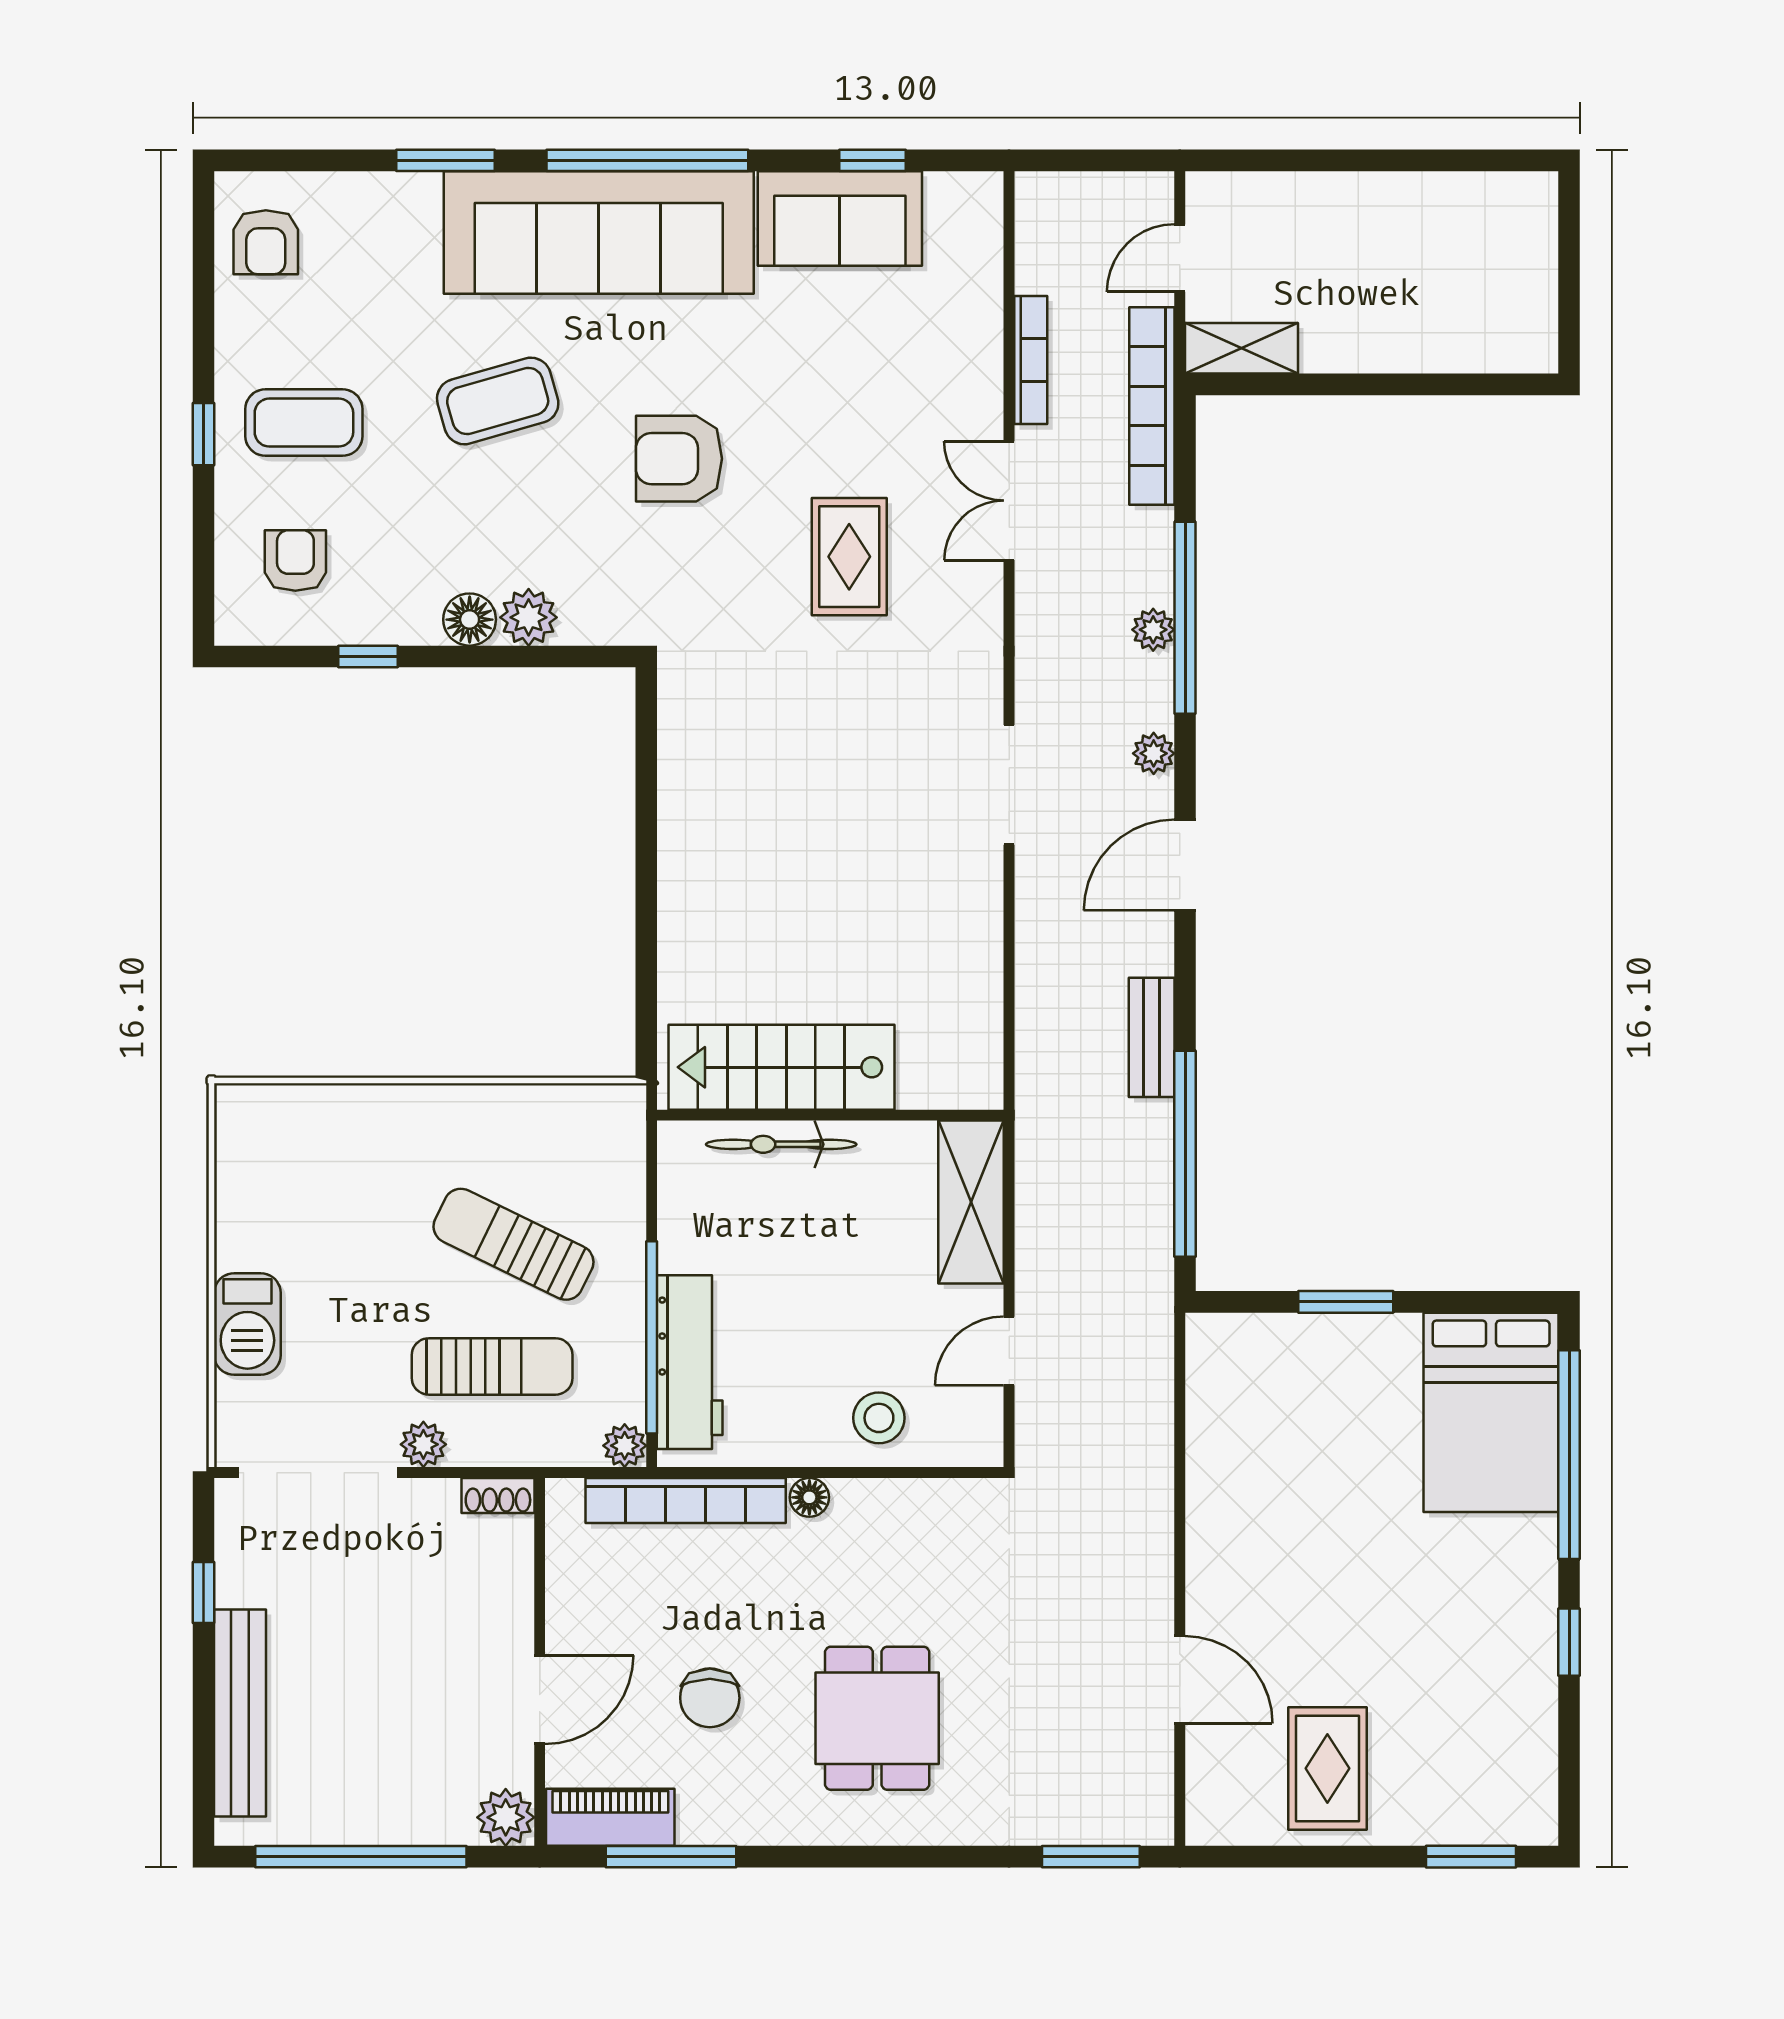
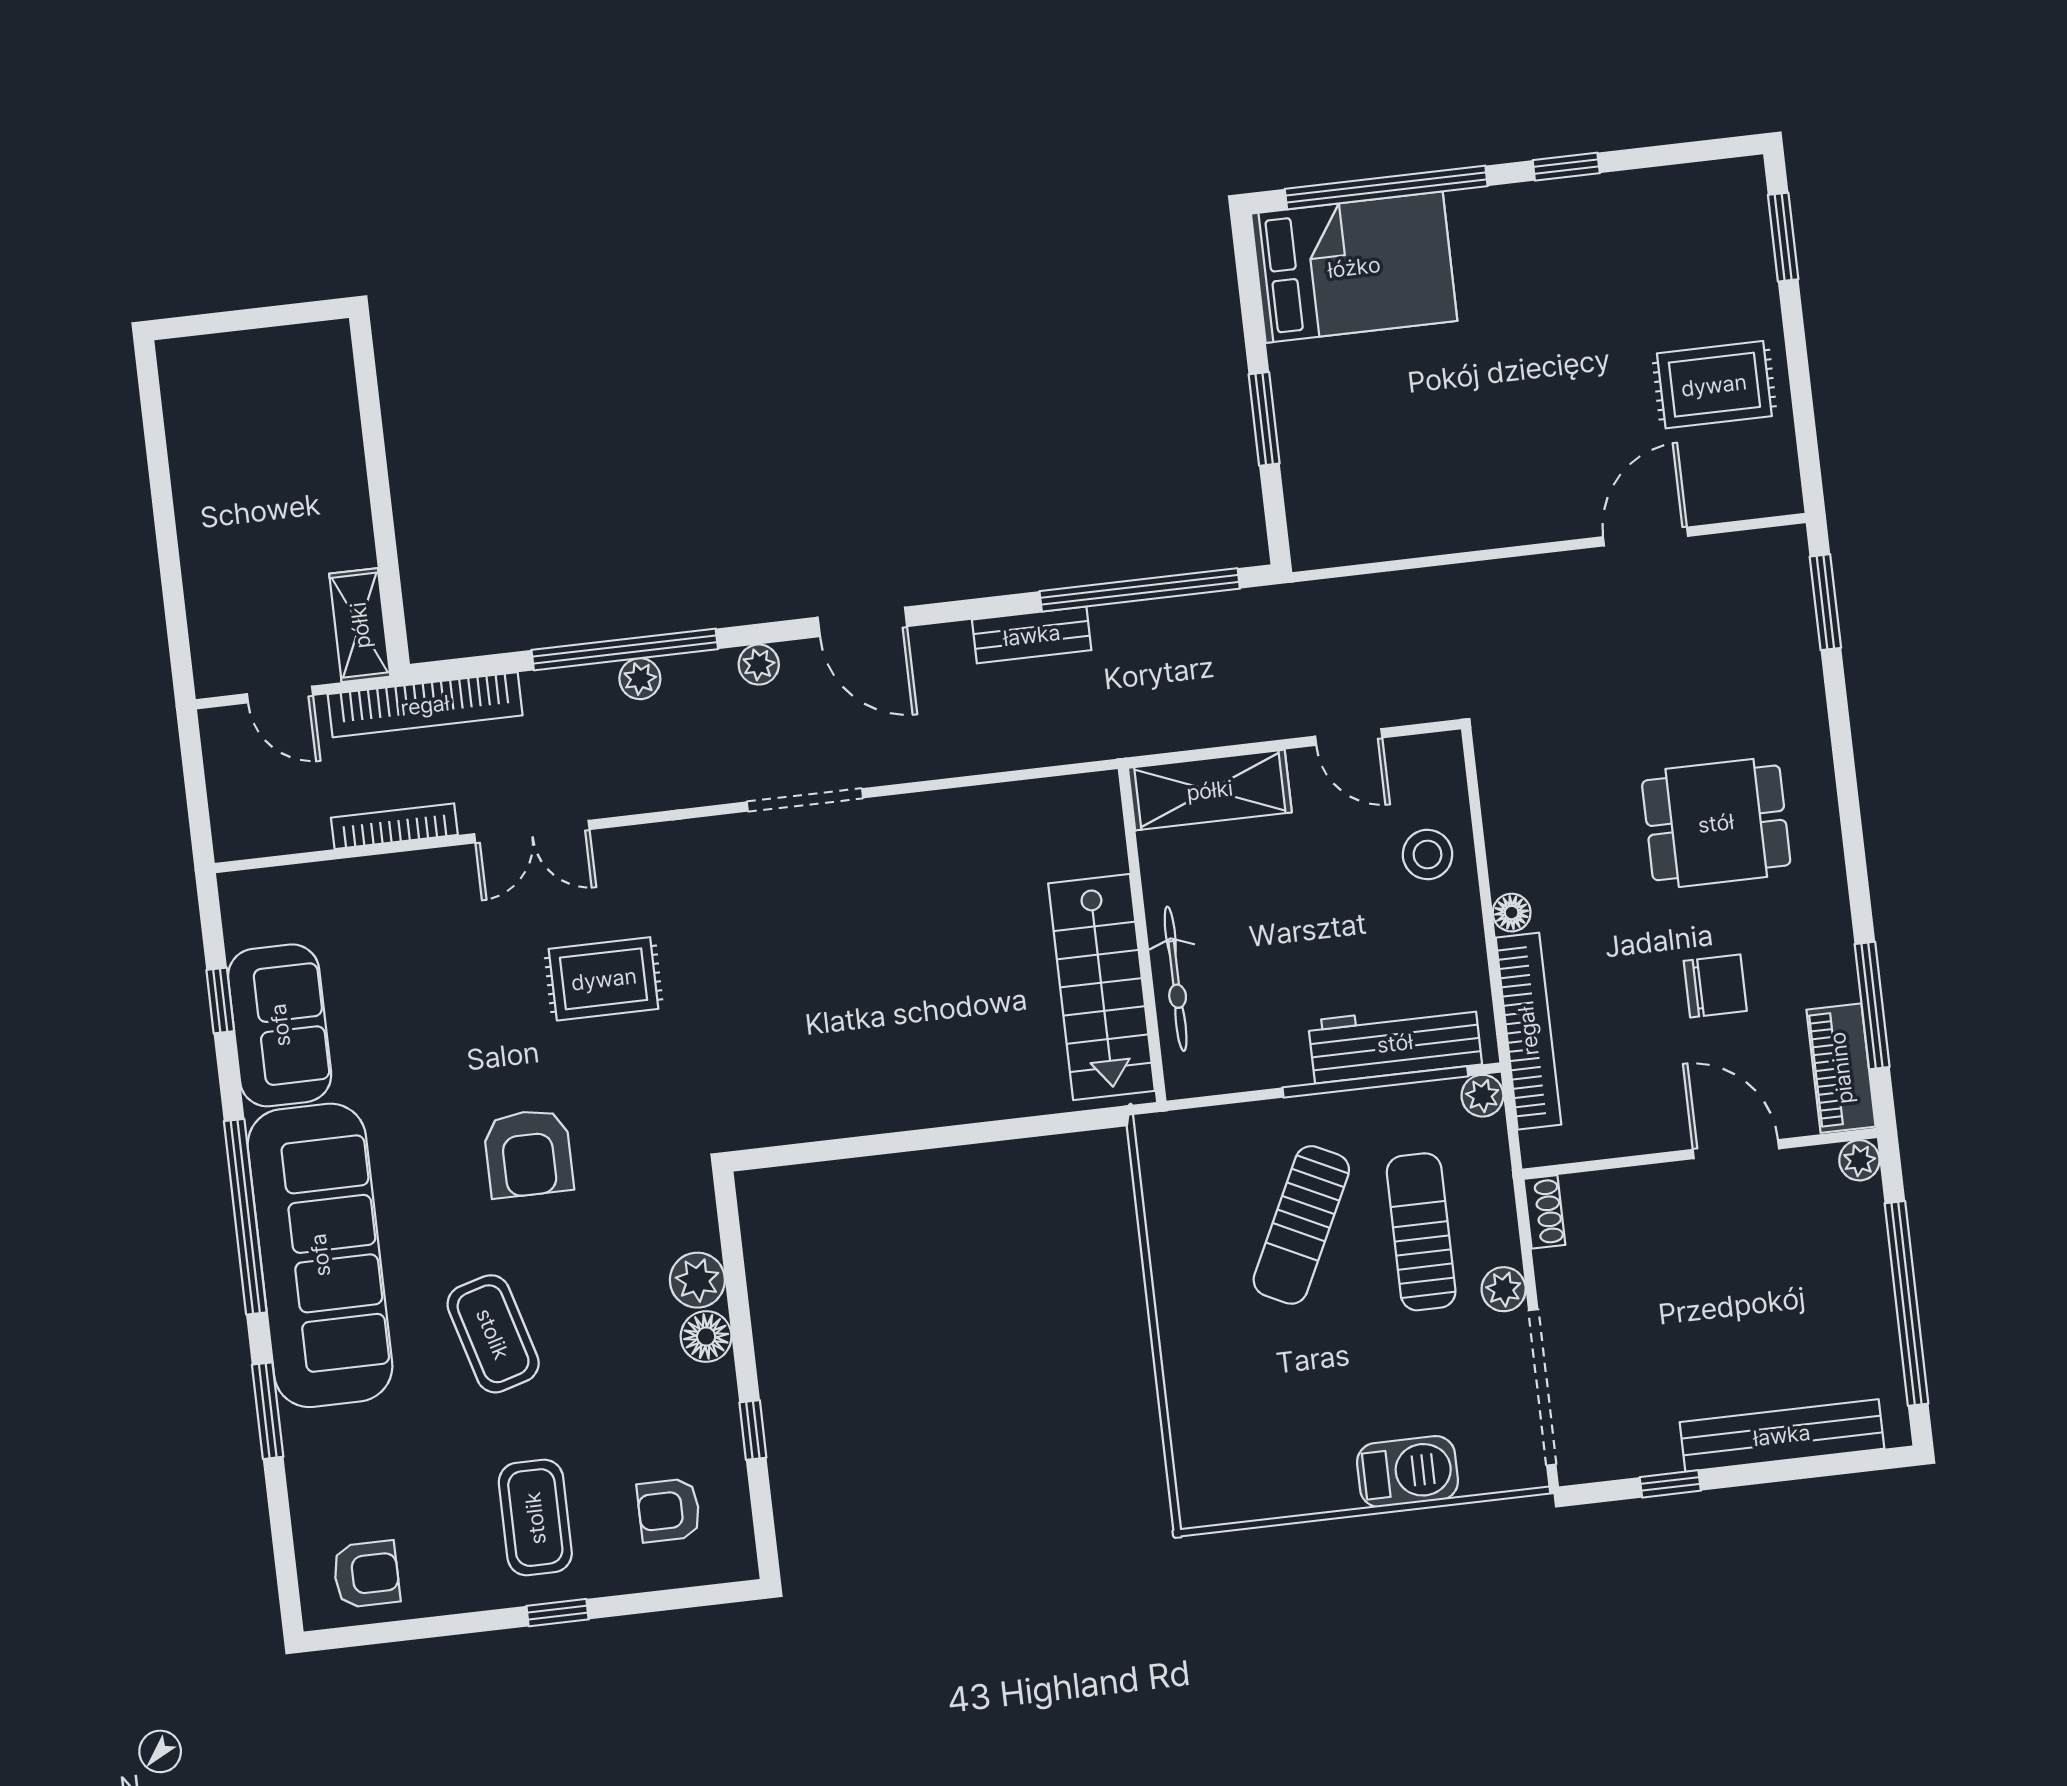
plant: (506, 1817) -> (1859, 1160), width x0.73, depth x0.73

